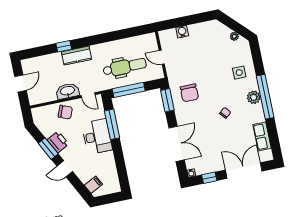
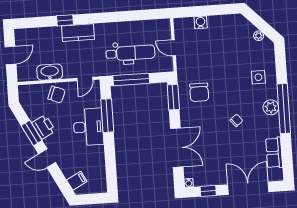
washbasin: (67, 91) -> (50, 72), moved
door: (88, 95) -> (85, 79), hinge flipped

